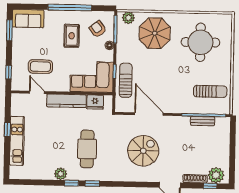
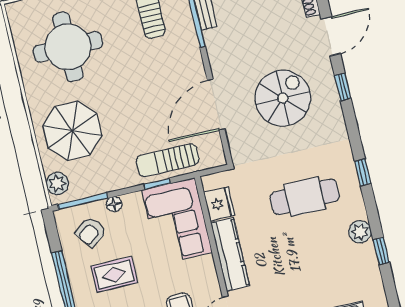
spiral stairs: (143, 151) -> (283, 98), turned 90
window: (71, 183) -> (381, 251), moved
window: (141, 185) -> (343, 87), added

